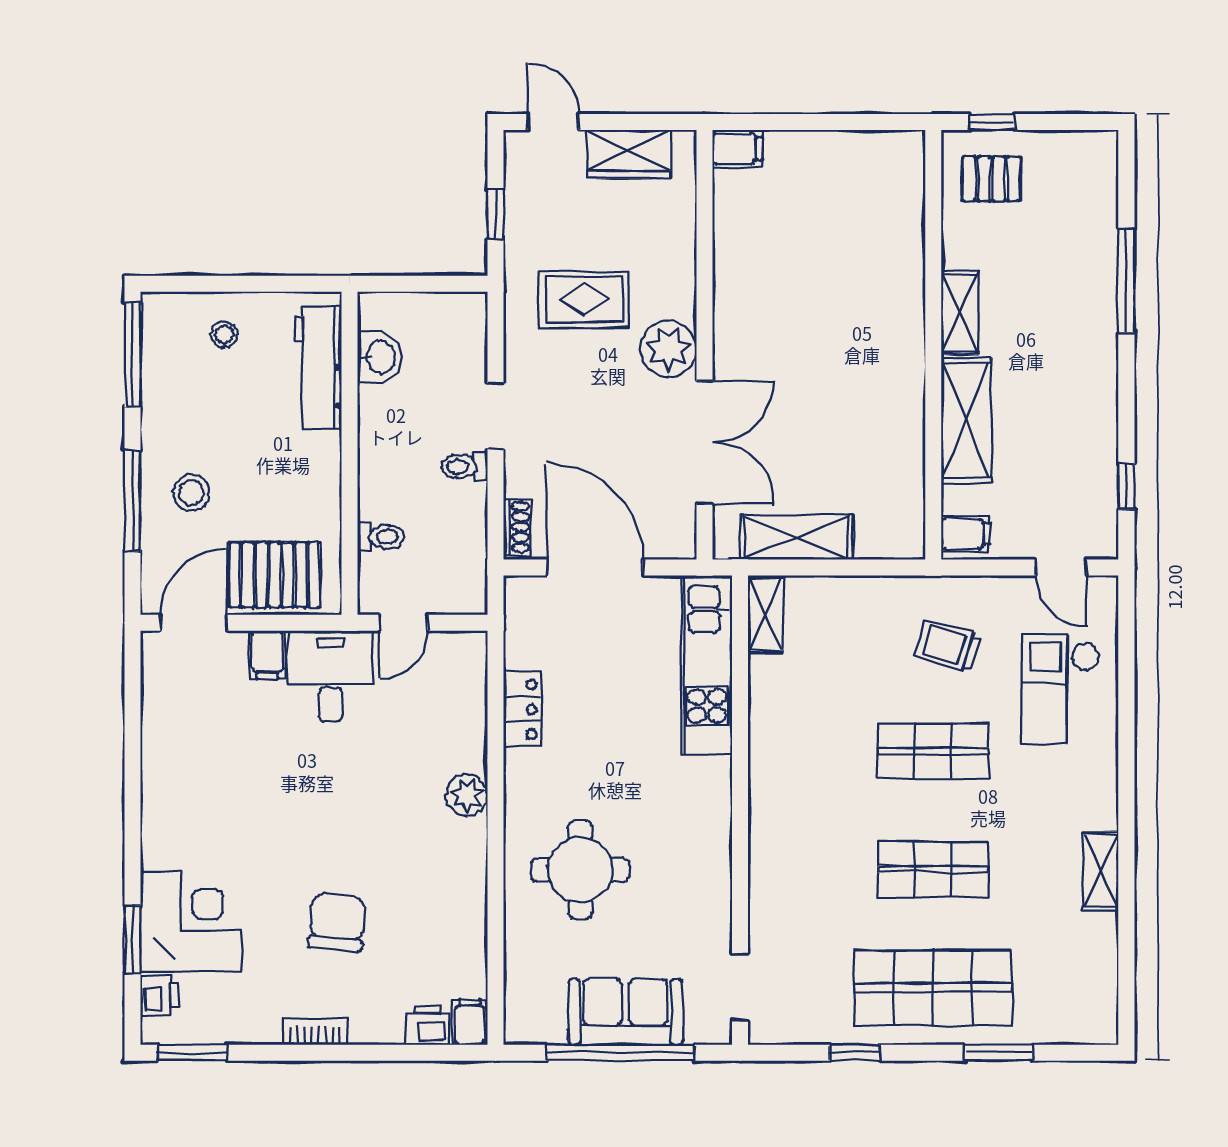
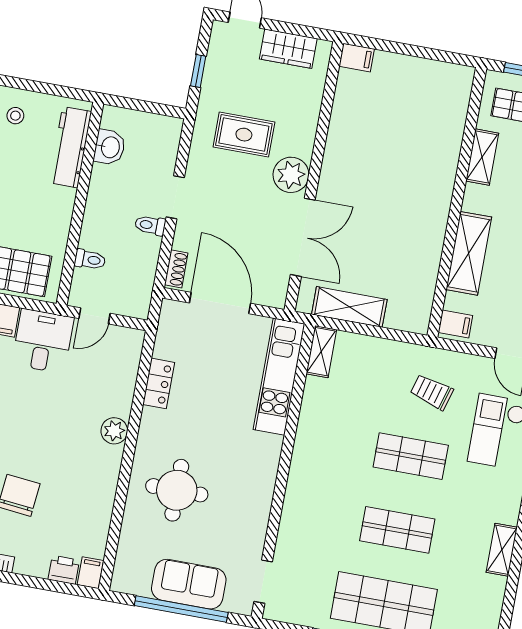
shelving: (960, 313) -> (482, 157), moved

